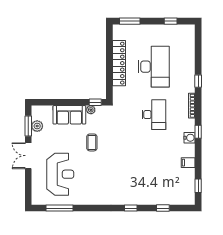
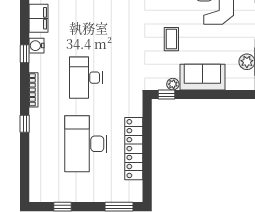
filing cabinet: (188, 163) -> (38, 18), width x2.00

